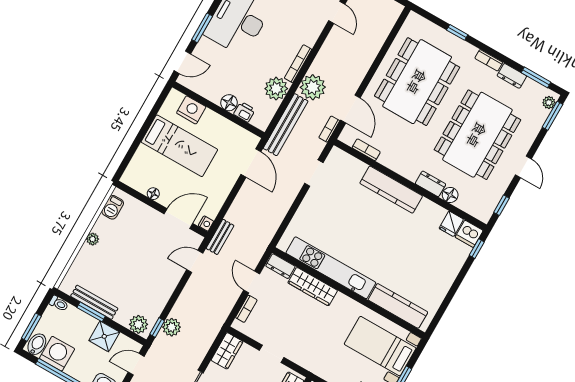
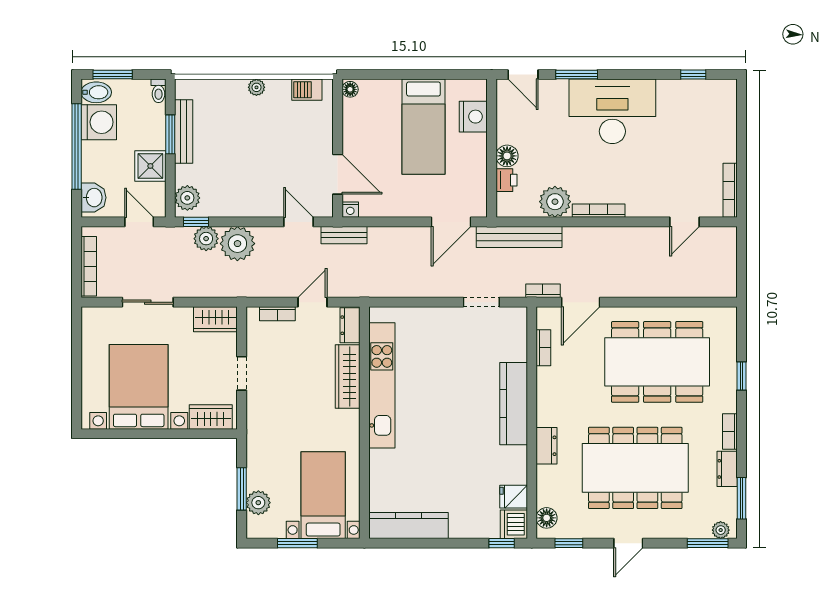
plant: (313, 87) -> (237, 244), moved
floor lamp: (153, 194) -> (350, 89), moved
floor lamp: (450, 195) -> (547, 518), moved
kitchen counter: (398, 306) -> (409, 526), moved, turned -90

